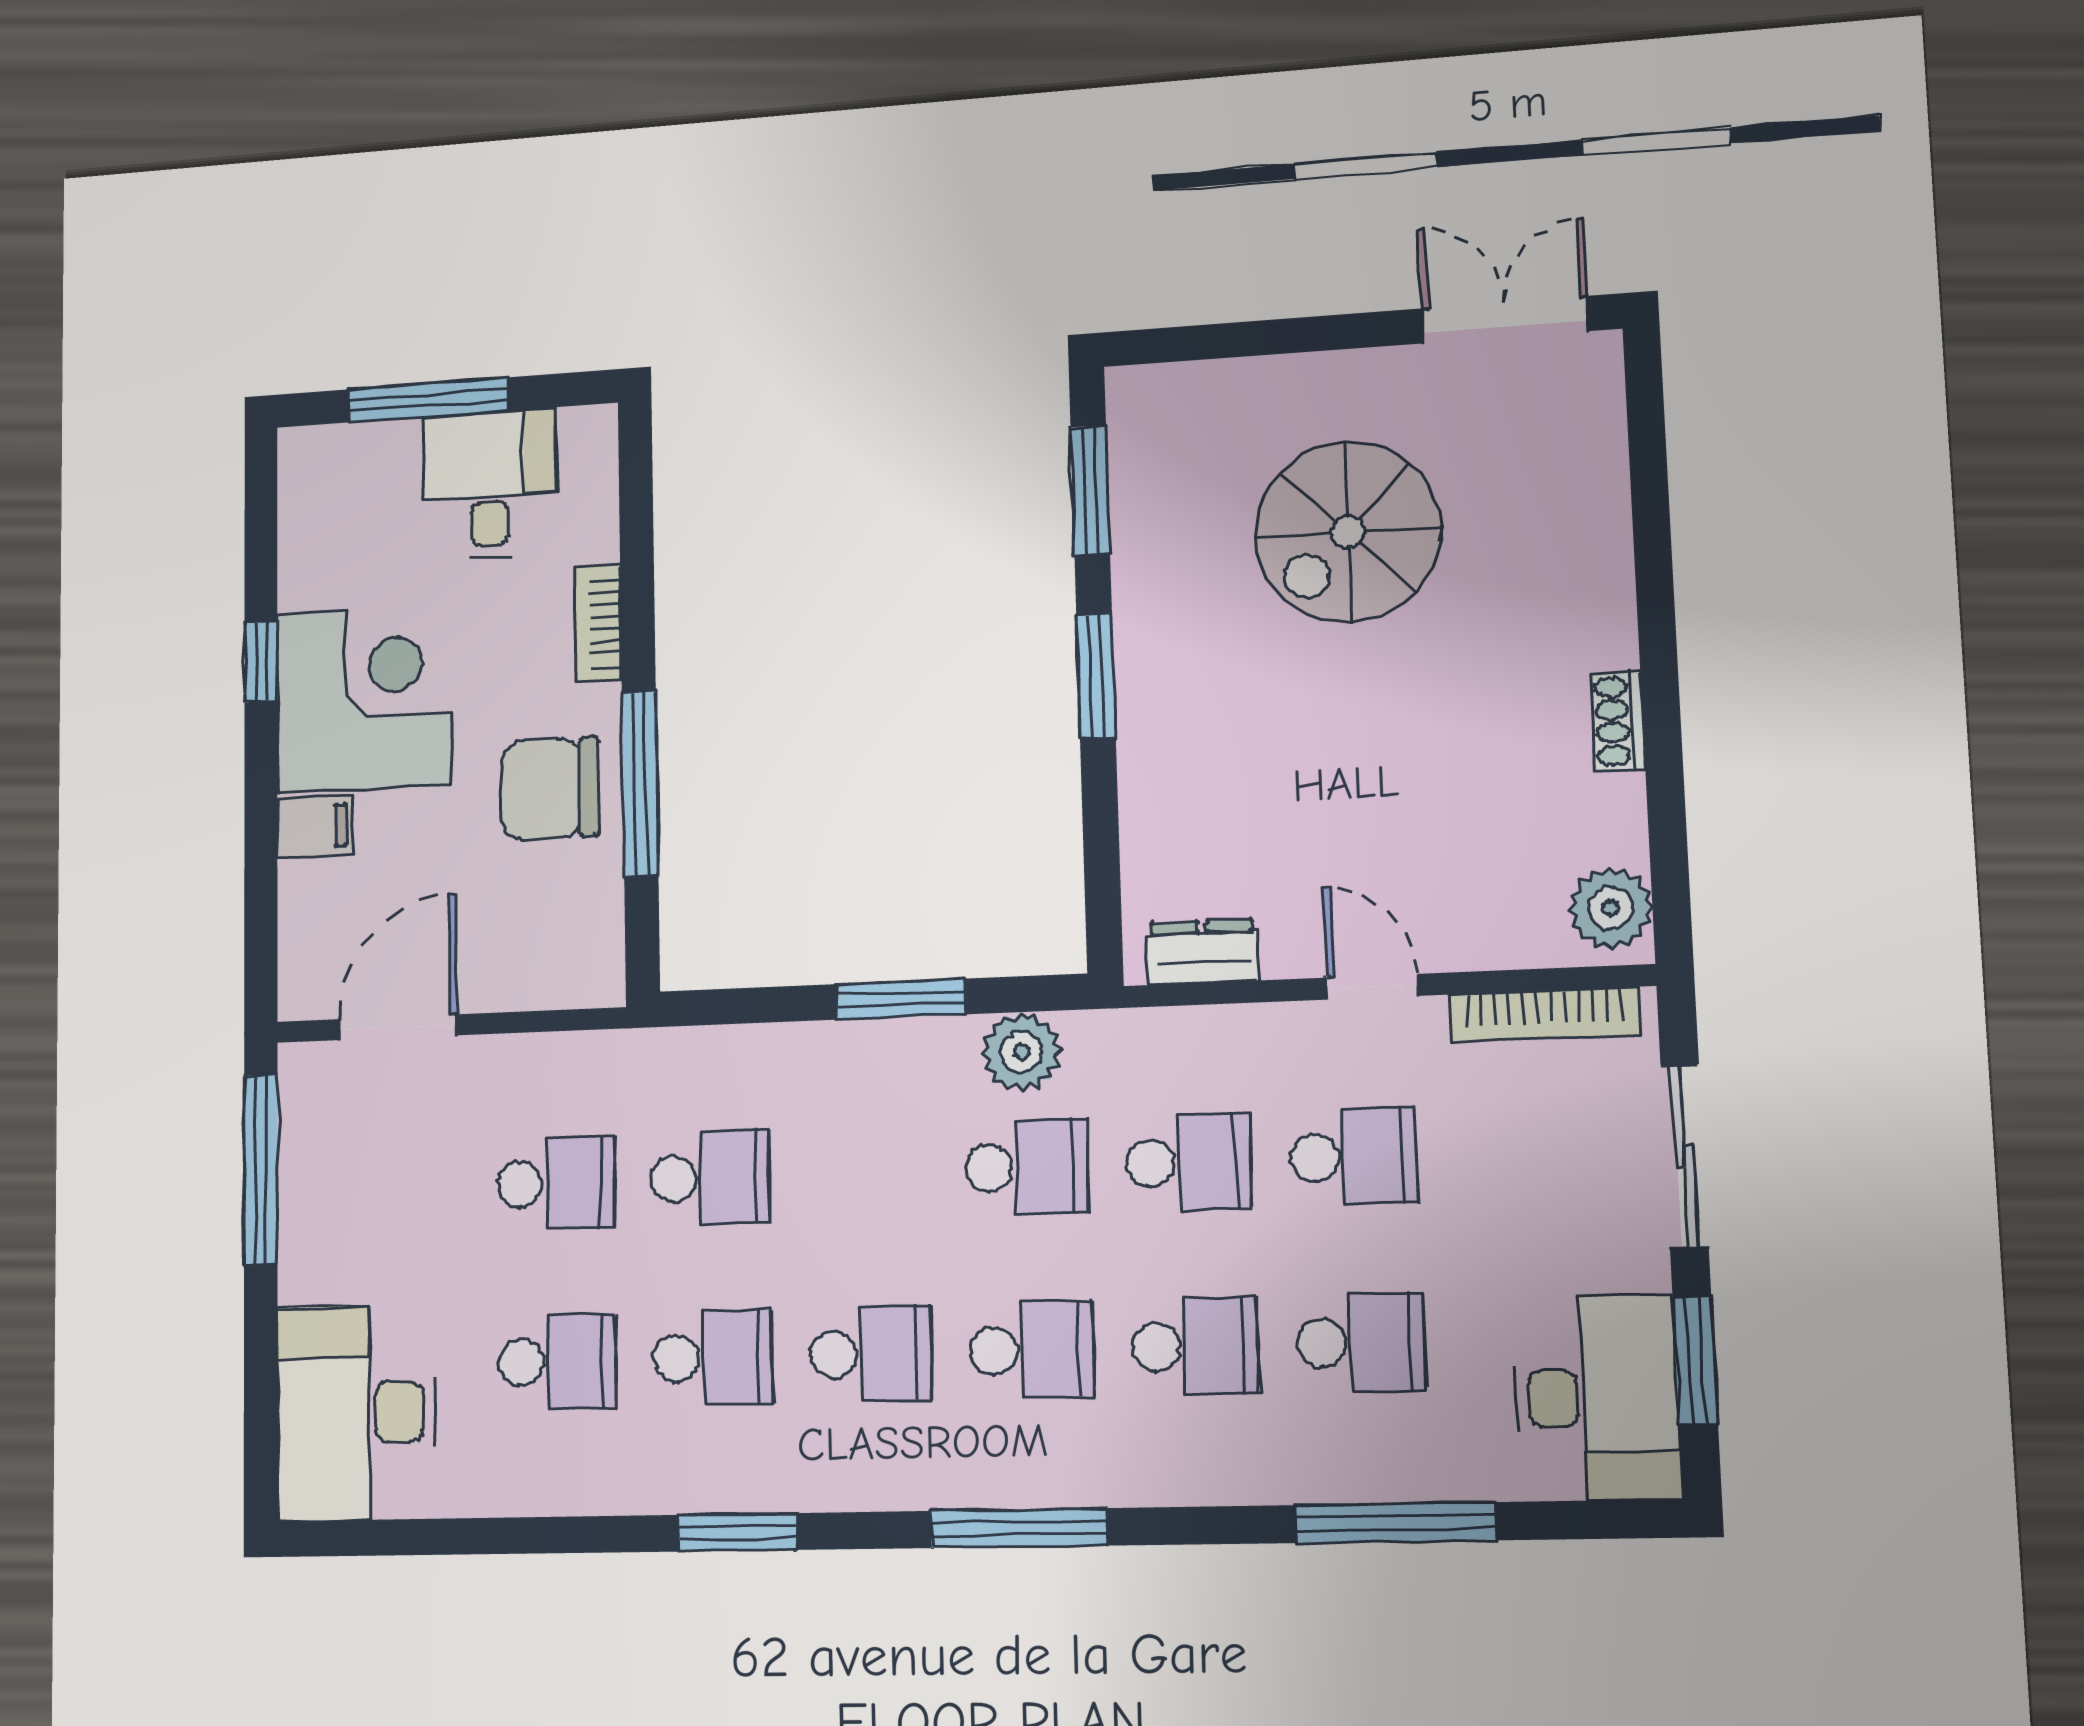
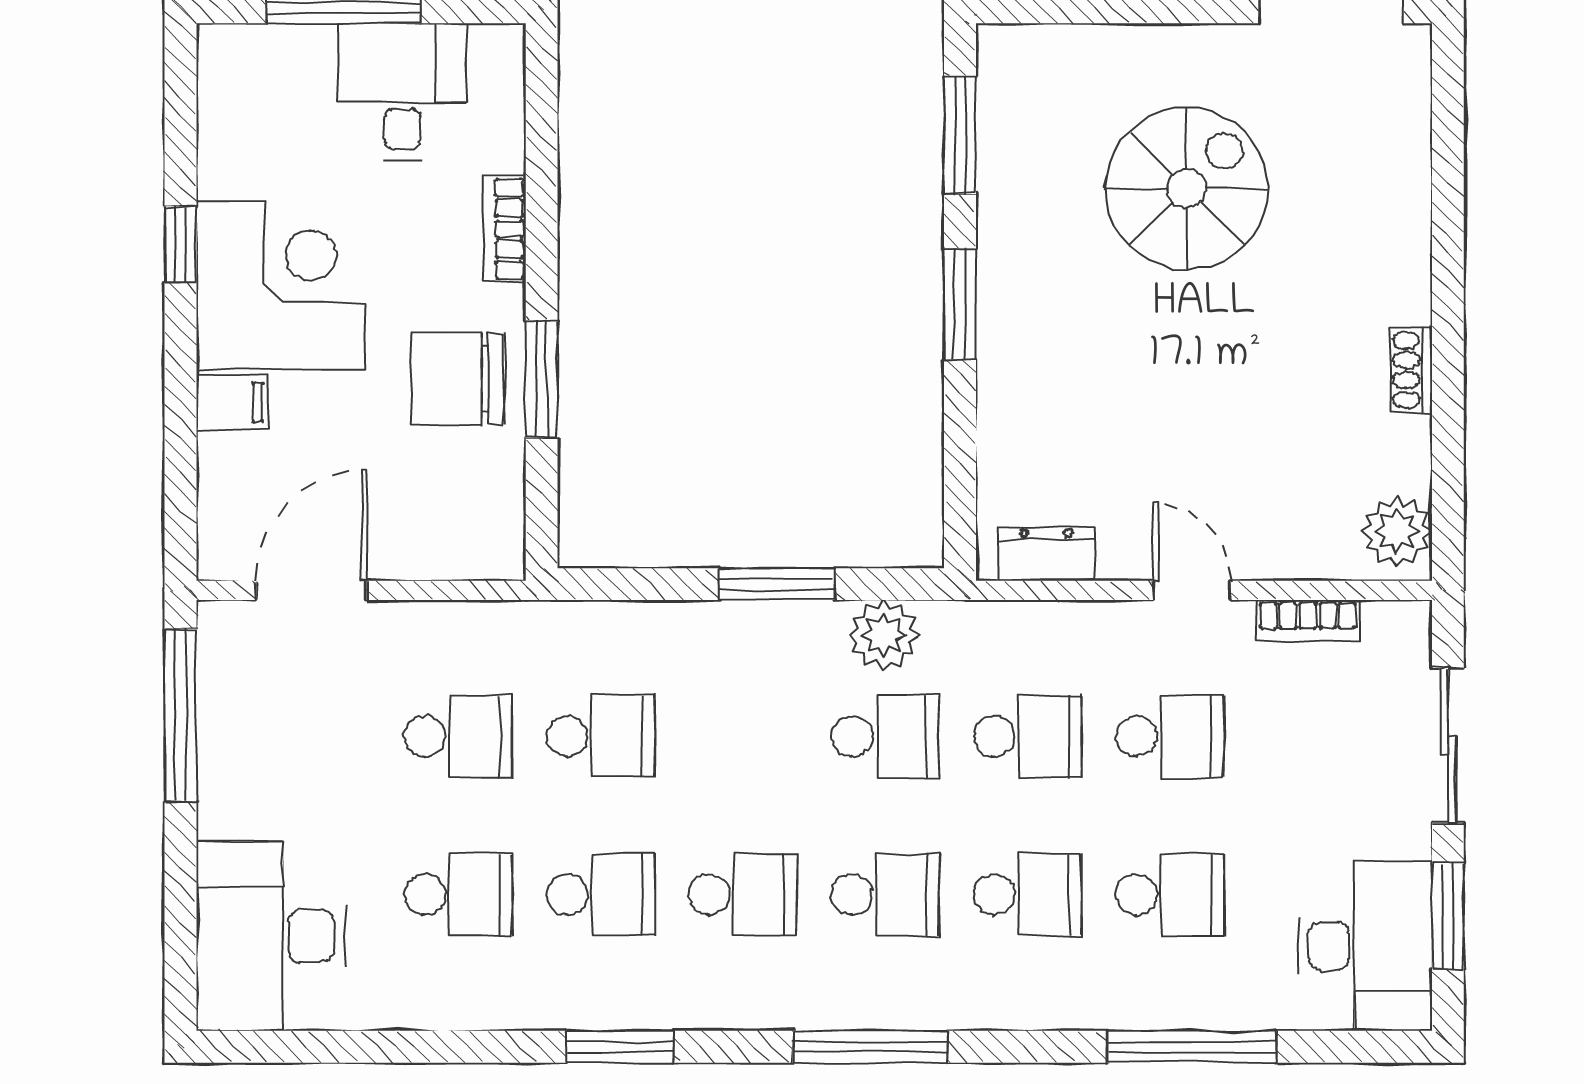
spiral stairs: (1348, 532) -> (1187, 188), turned 180
window: (640, 784) -> (542, 379), width x0.69
bookcase: (1544, 1015) -> (1308, 620), width x0.64

